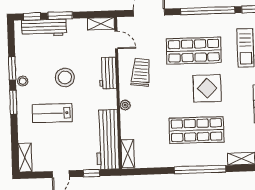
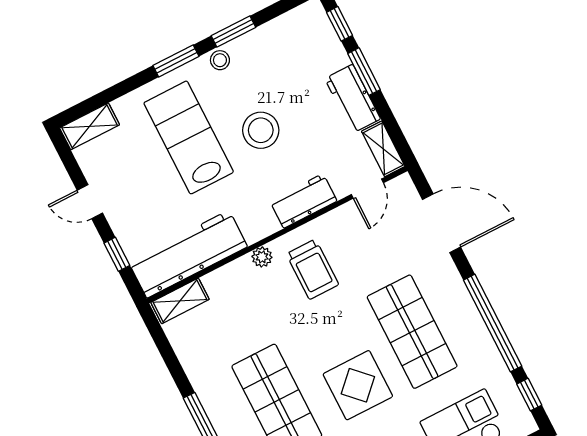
workbench: (44, 28) -> (353, 99), moved, width x0.73
trolley: (141, 72) -> (312, 269), moved, turned 83
lab bench: (52, 113) -> (189, 137), width x1.36, depth x1.39

